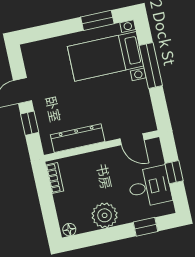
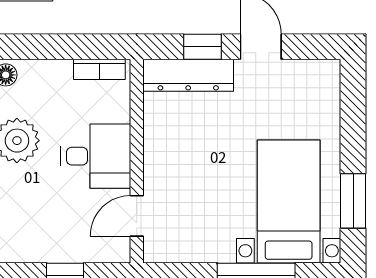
dresser: (78, 138) -> (188, 75), moved, turned 90
desk: (150, 187) -> (96, 156), moved, turned -90

